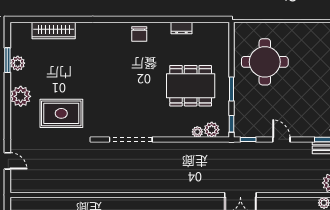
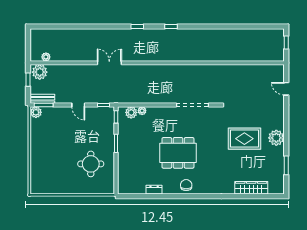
round table: (265, 62) -> (91, 164), width x0.73, depth x0.73
plant: (18, 63) -> (279, 163), removed
dining table: (191, 86) -> (178, 153), moved
rug: (61, 113) -> (244, 139), moved

